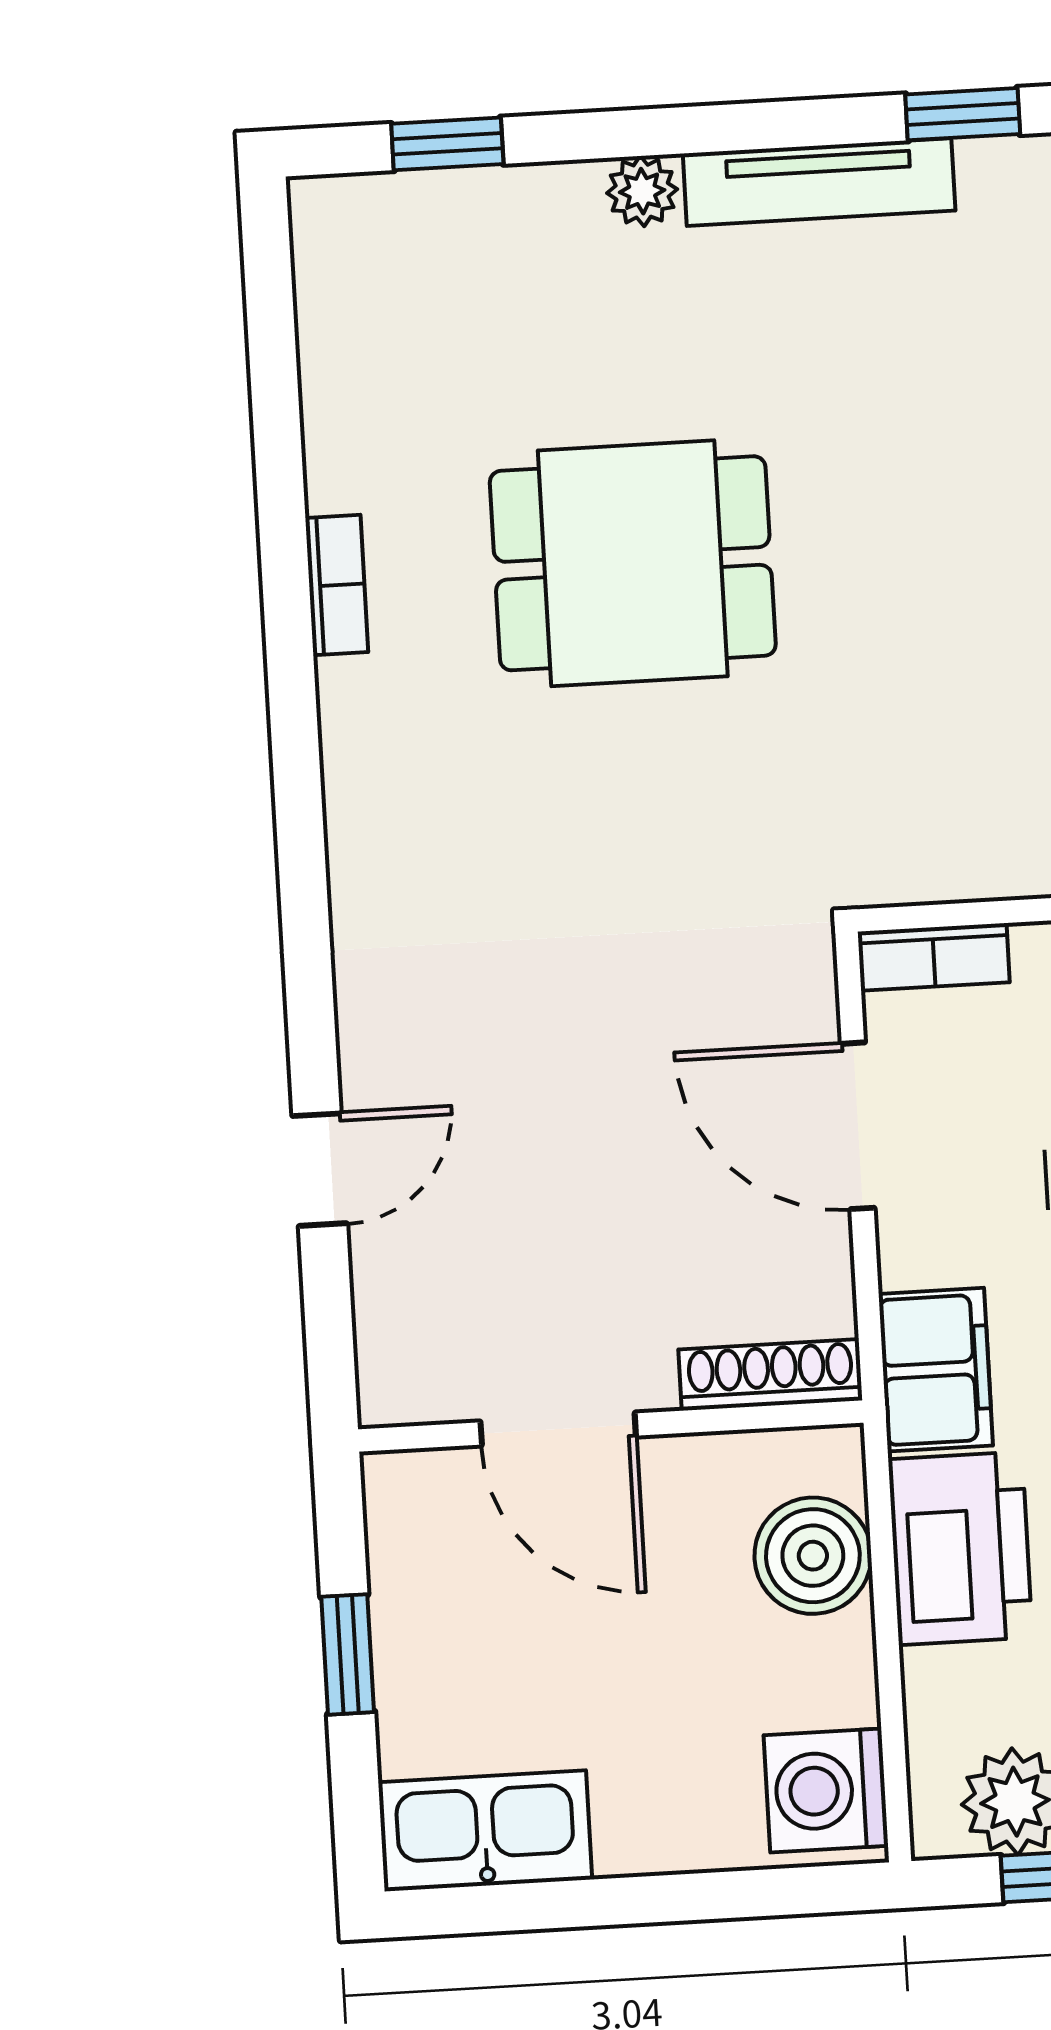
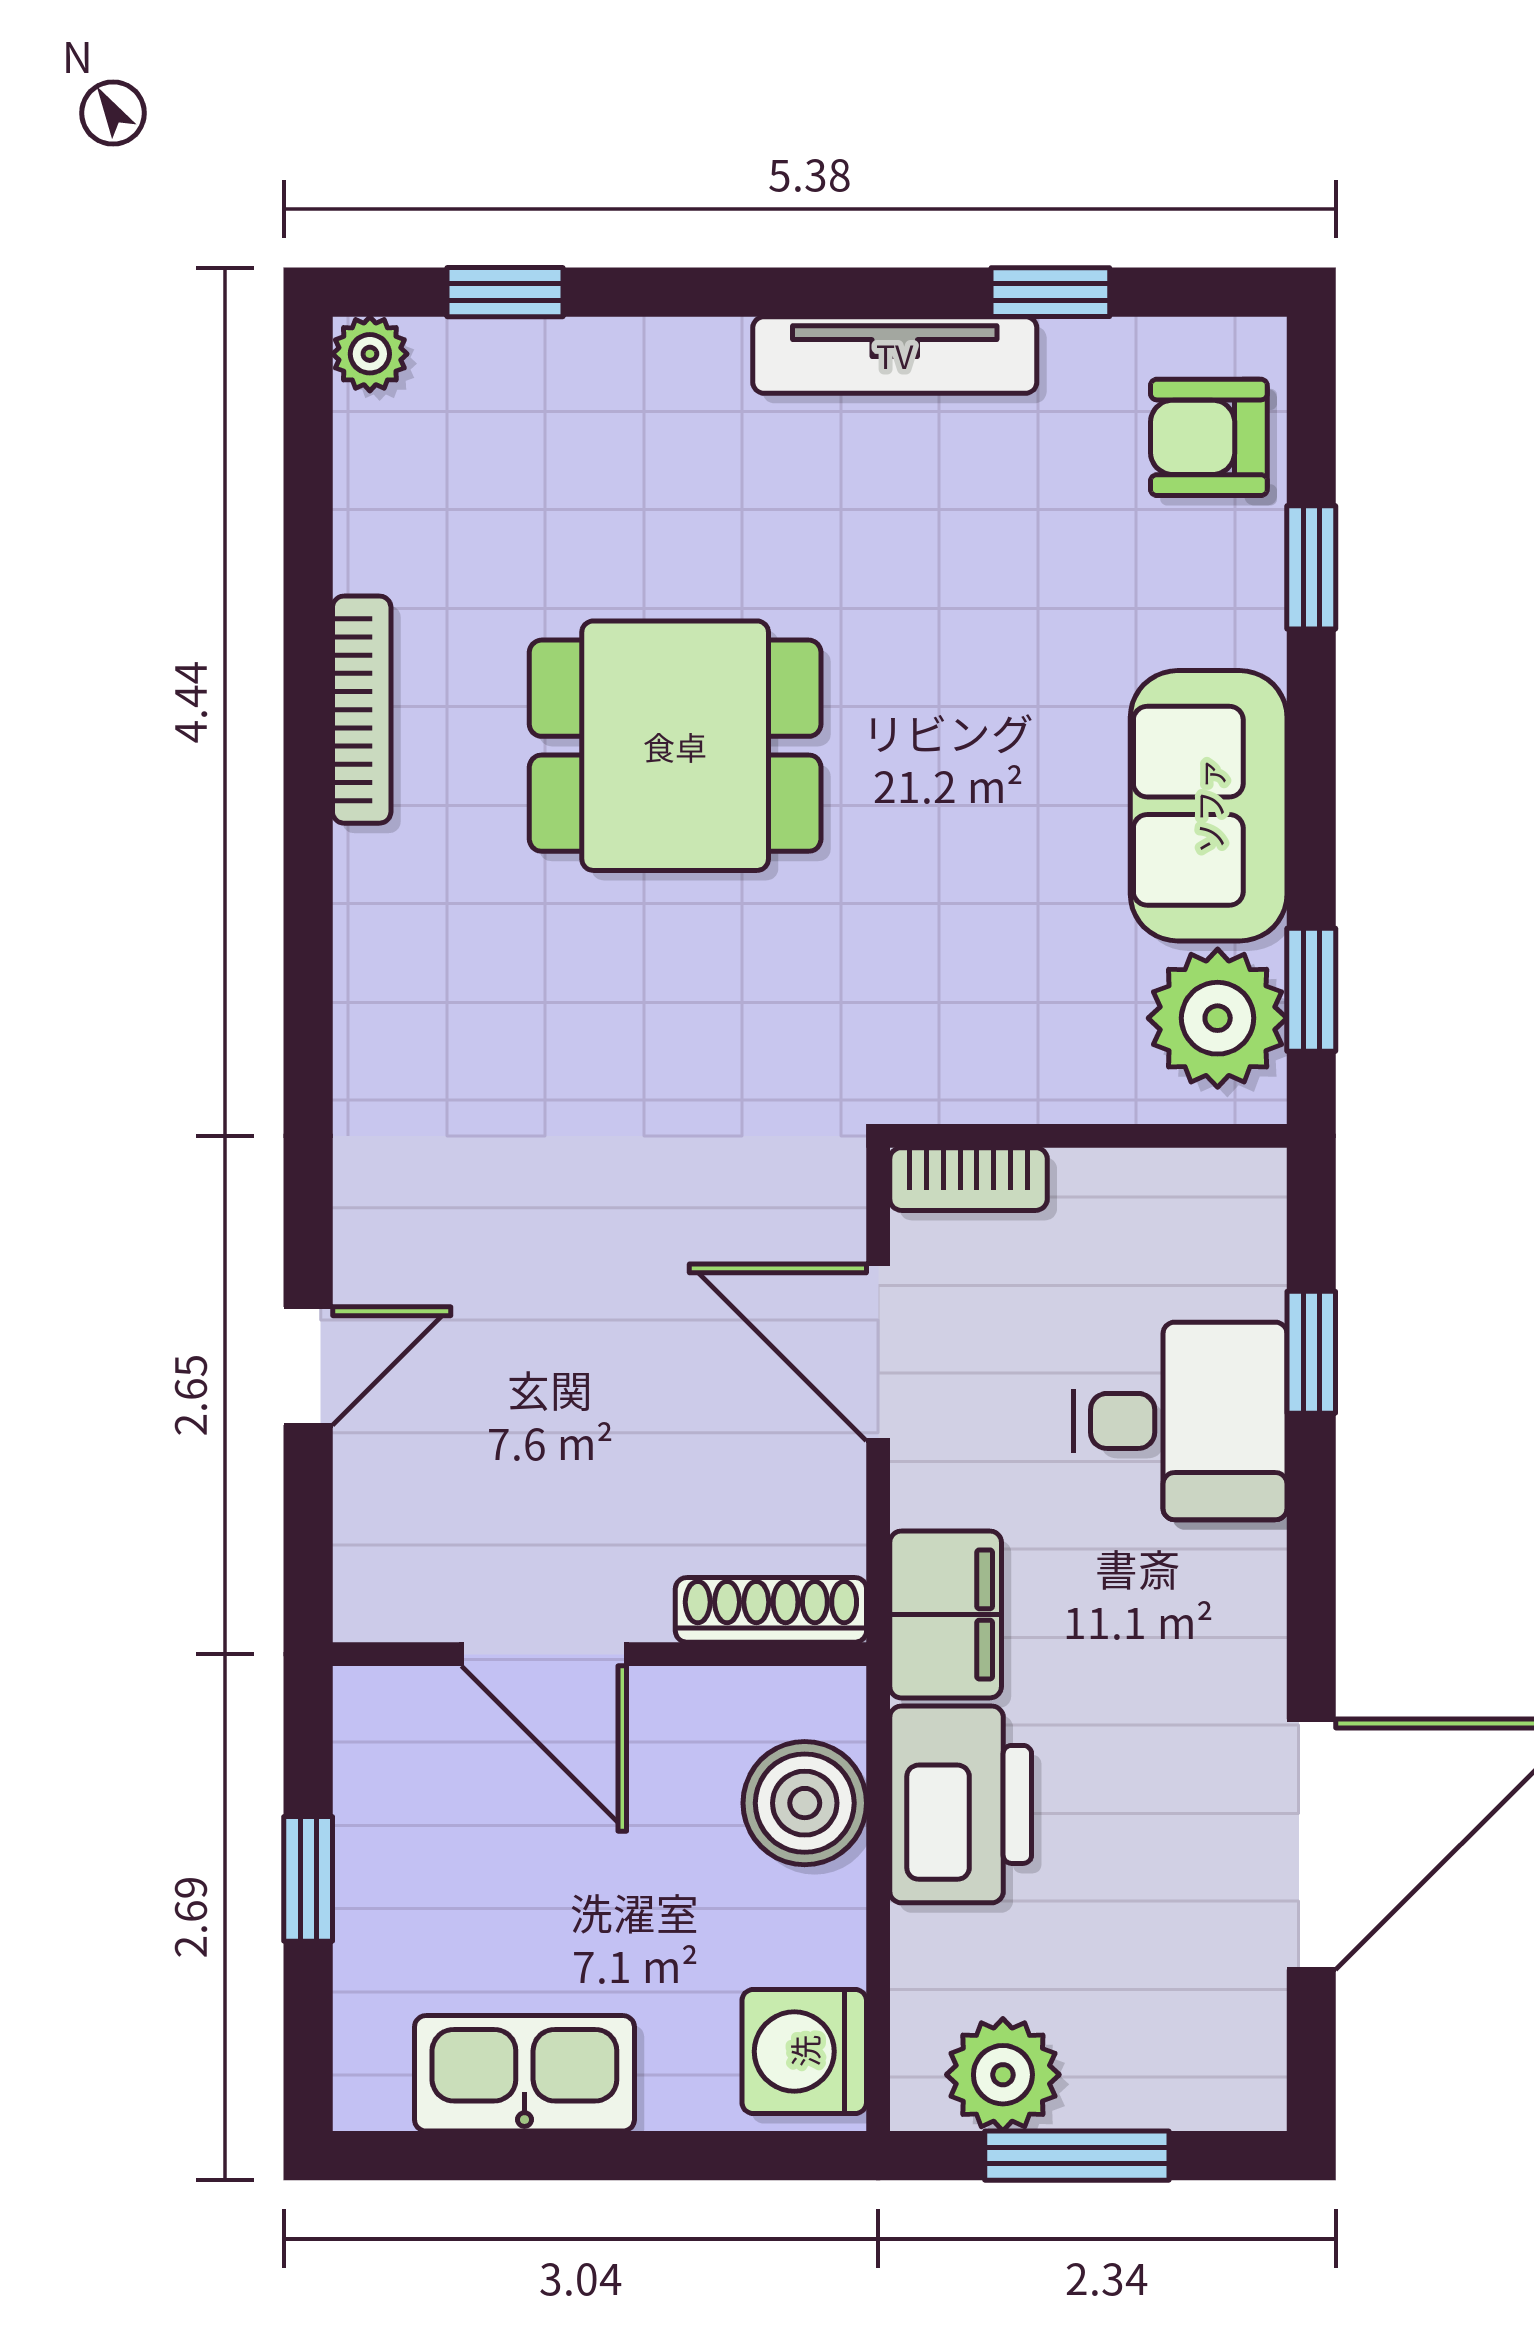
plant: (642, 191) -> (370, 354), moved
bookcase: (337, 585) -> (362, 710), width x1.56
kitchen sink: (485, 1831) -> (524, 2073), moved

